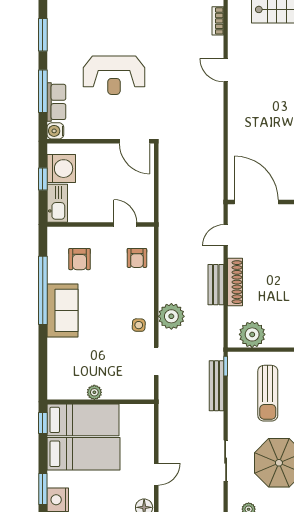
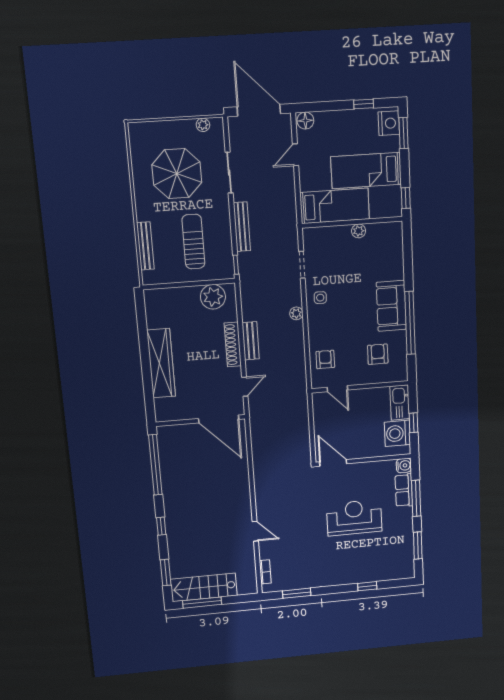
plant: (171, 316) -> (296, 313), width x0.53, depth x0.53
bench: (217, 386) -> (242, 227), moved
bed: (83, 420) -> (335, 206), moved, turned 180

